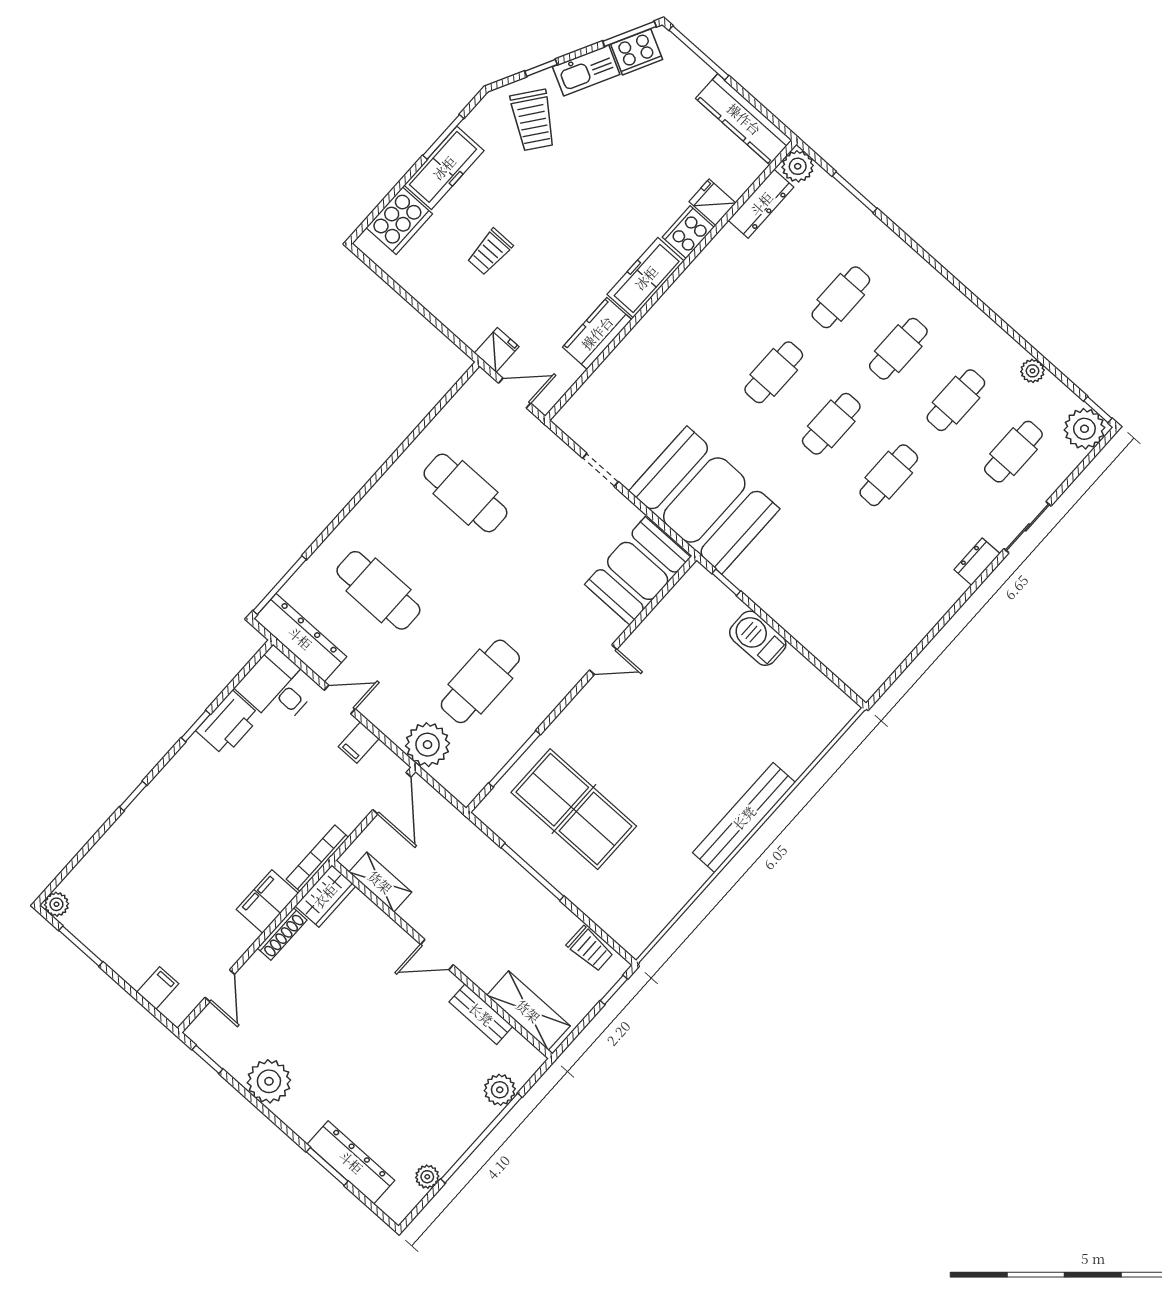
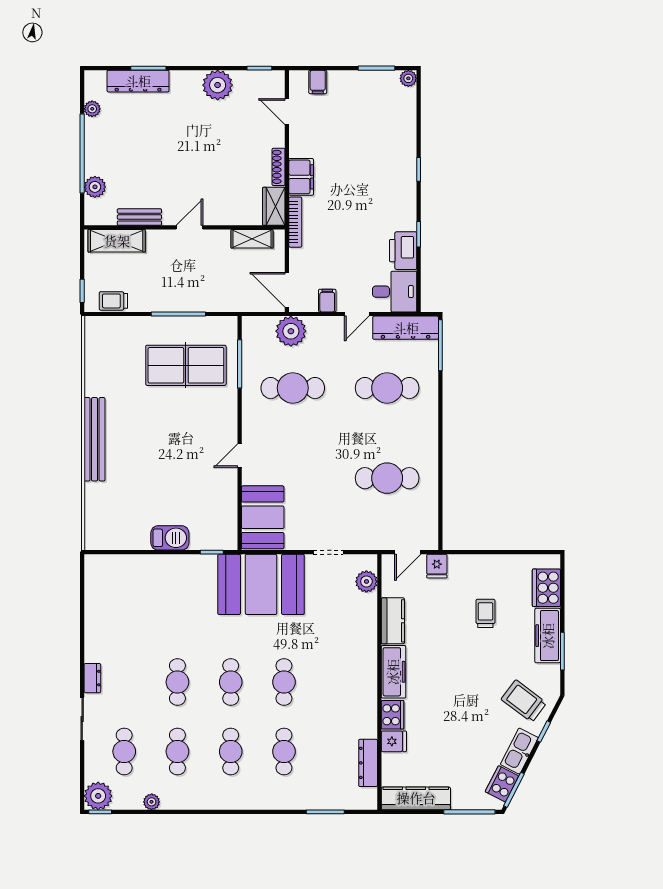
plant: (798, 166) -> (366, 581), moved
cafe table: (480, 681) -> (293, 388), turned 90

